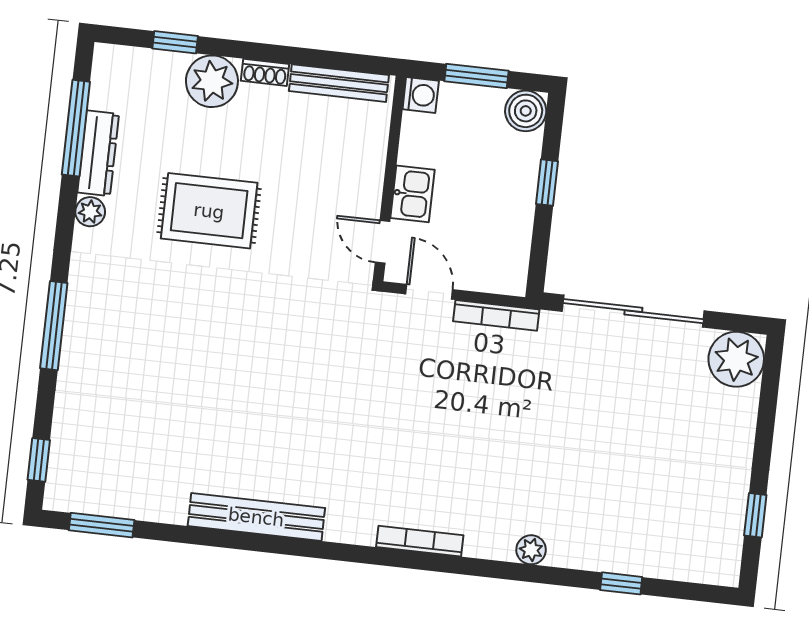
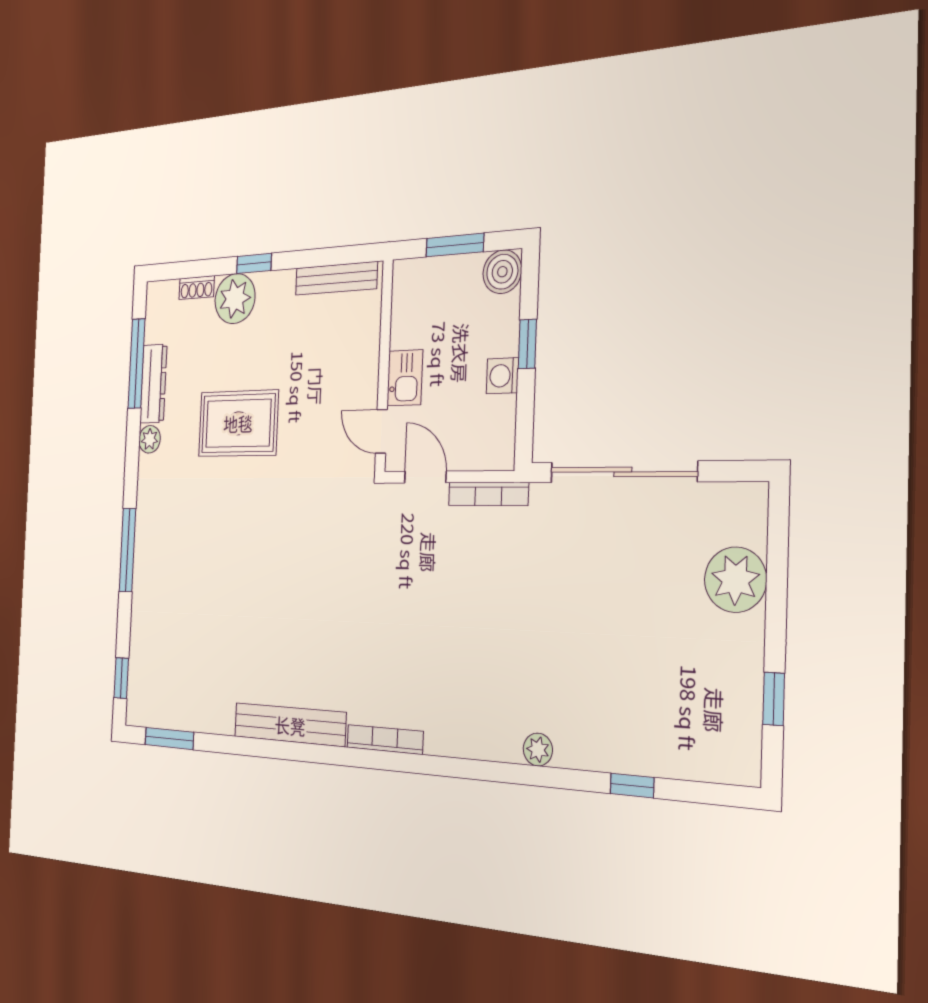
window: (175, 42) -> (254, 264), moved
shoe rack: (265, 72) -> (197, 288), moved
washing machine: (421, 95) -> (502, 376), moved, turned 180
plant: (736, 359) -> (735, 580), moved
bookcase: (420, 541) -> (385, 739), moved

